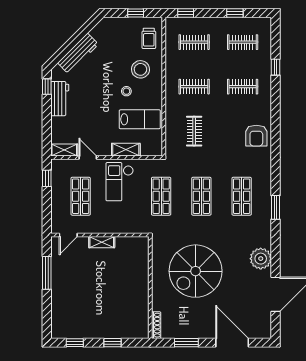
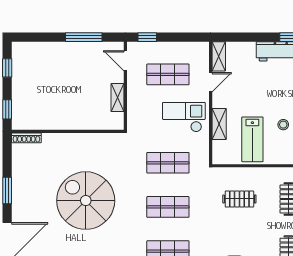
window: (47, 178) -> (147, 37), moved
wall: (150, 287) -> (68, 131), moved
shoe rack: (156, 325) -> (26, 138), moved

